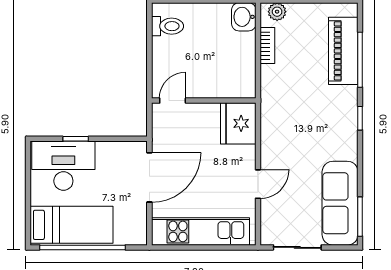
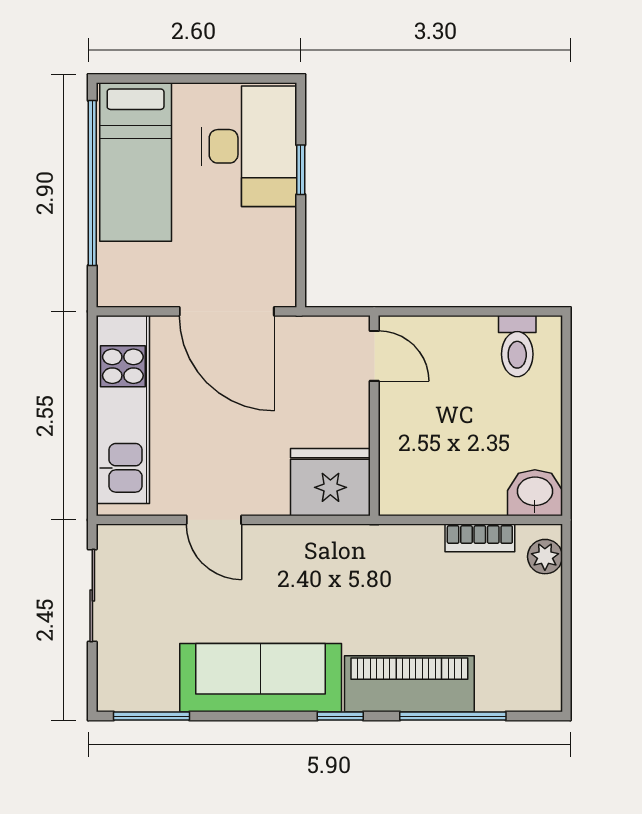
piano: (343, 51) -> (409, 684), moved
sofa: (340, 203) -> (261, 678), moved

